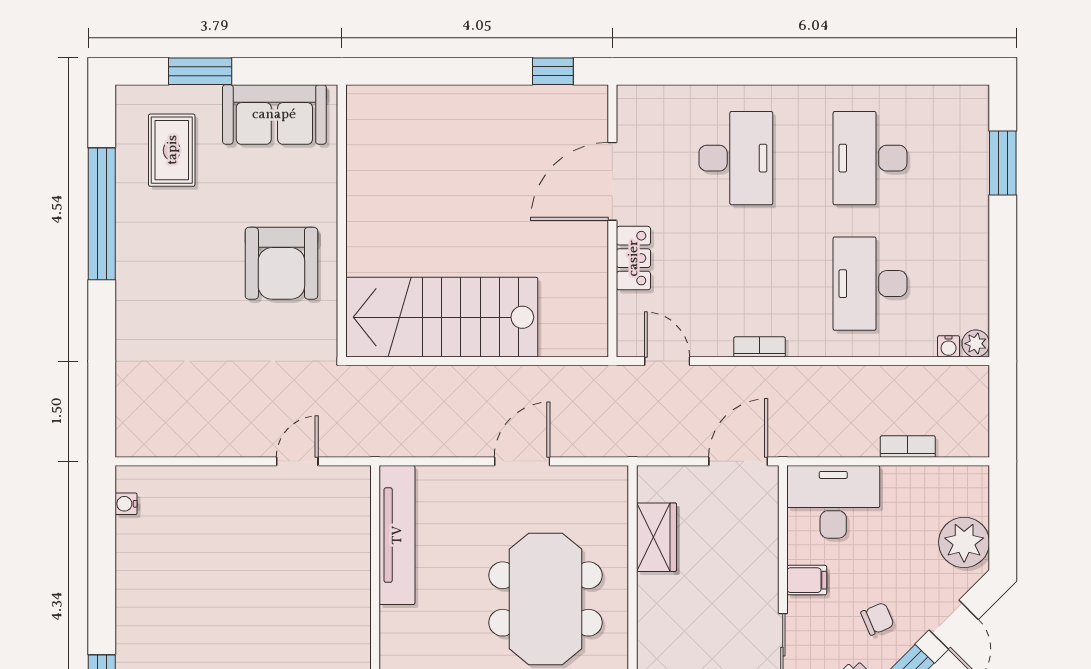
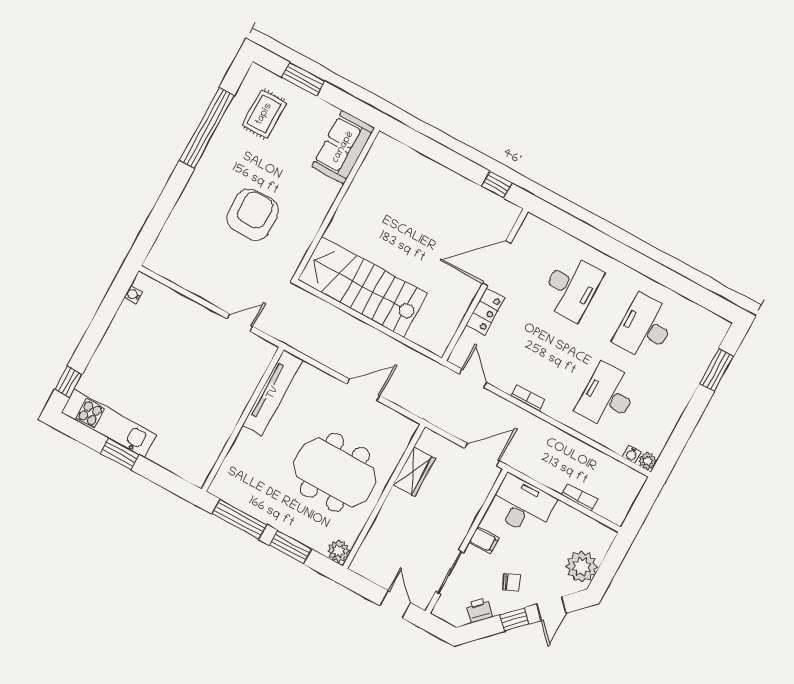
sofa: (274, 114) -> (343, 147), moved, turned 90
armchair: (281, 263) -> (253, 215), moved, turned 180
meeting table: (546, 599) -> (335, 472), turned 90

